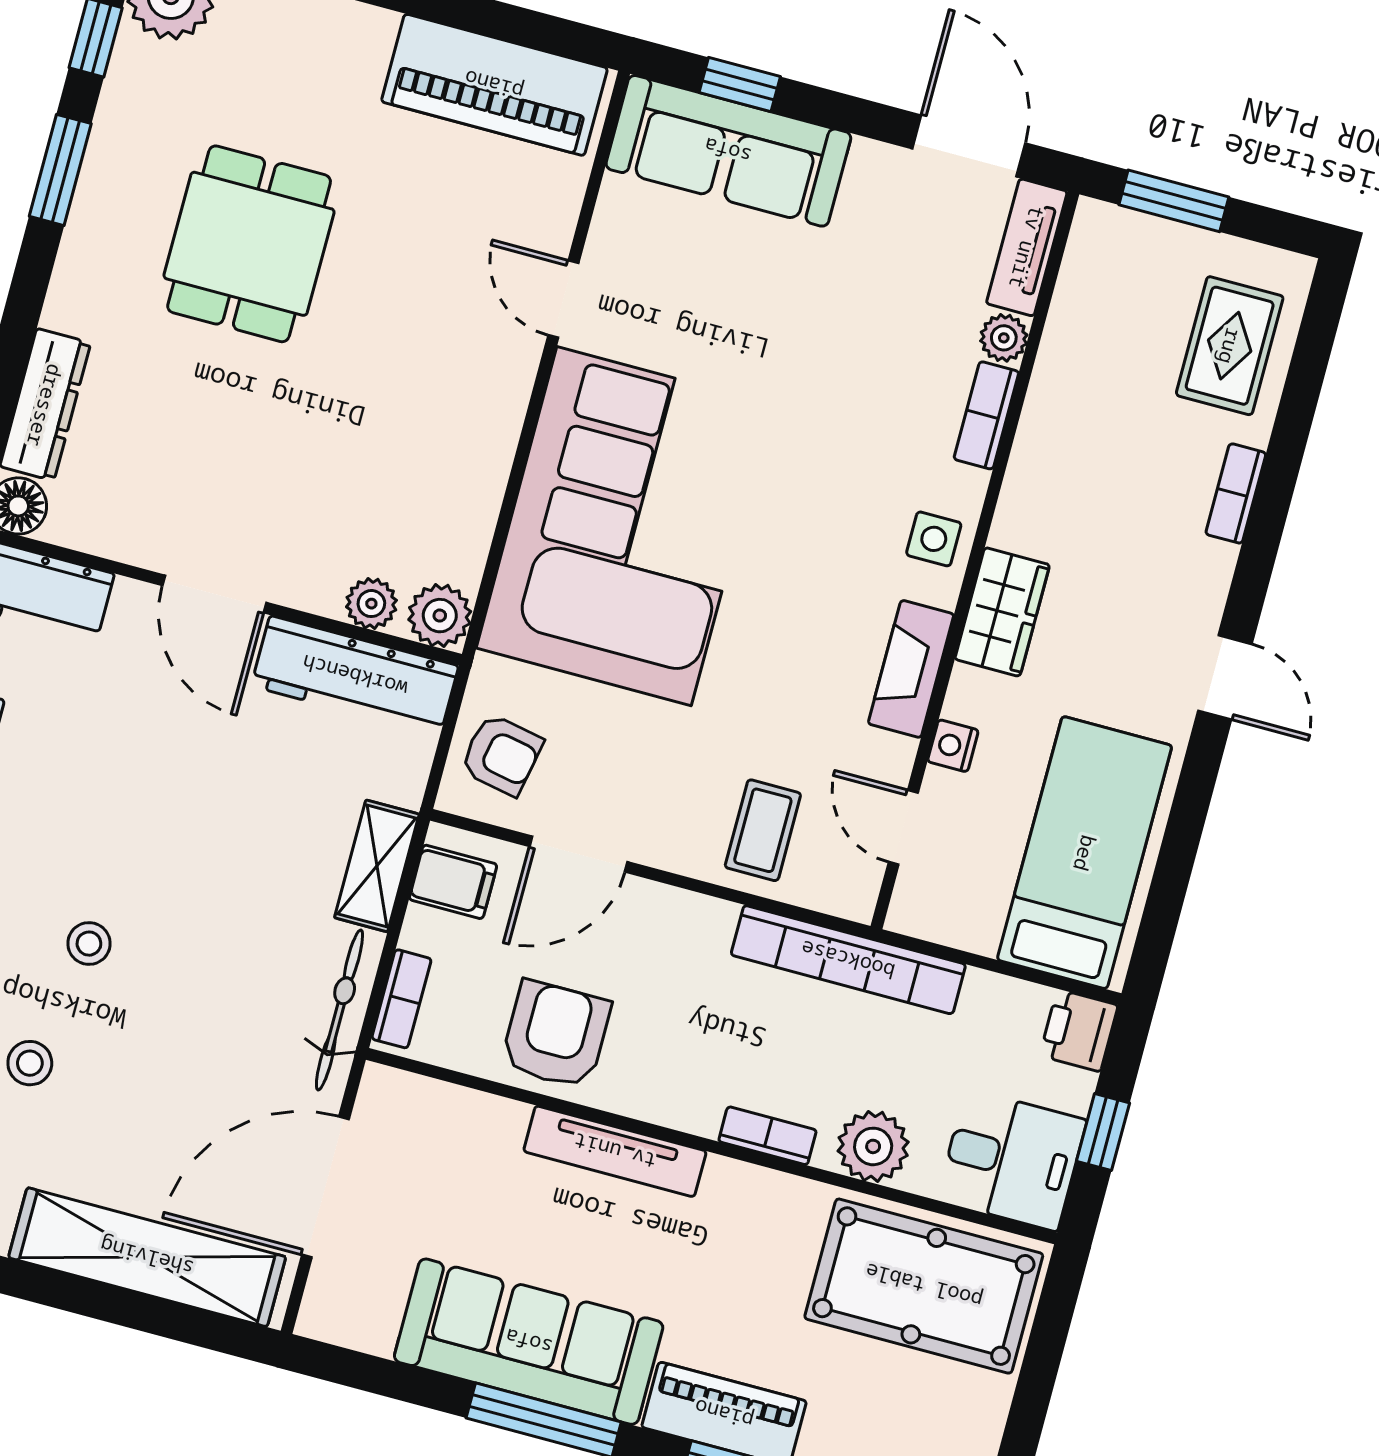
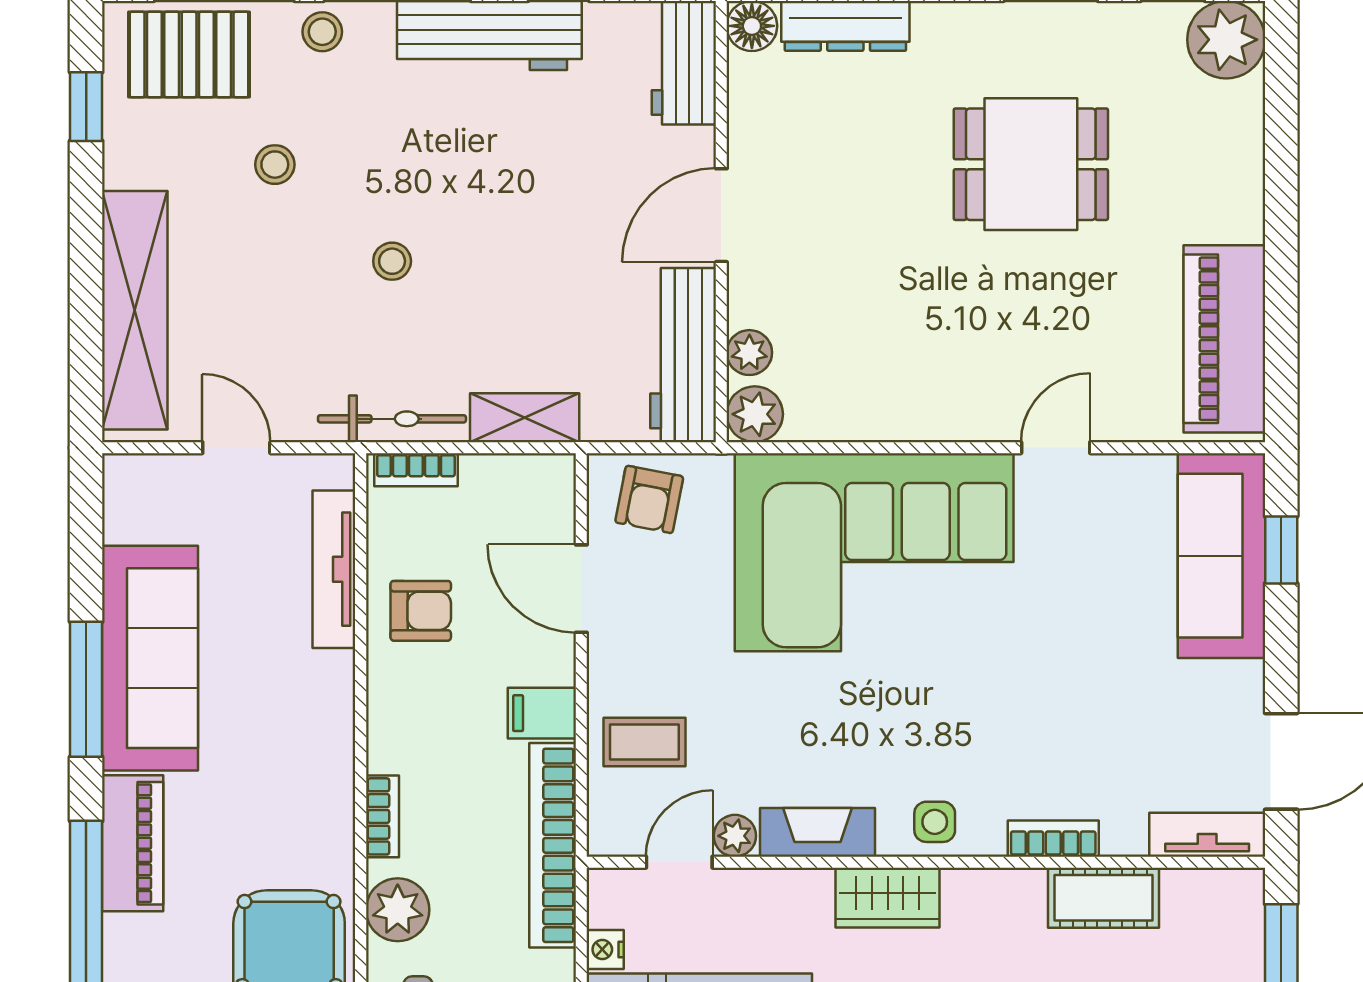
plant: (1004, 338) -> (735, 836), moved
cot: (1065, 378) -> (1103, 898), added
nightstand: (953, 746) -> (605, 950), moved, turned -90
filing cabinet: (453, 882) -> (542, 713), moved, turned 90
stool: (89, 944) -> (392, 261), moved
armchair: (556, 1035) -> (421, 611), width x0.72, depth x0.72
tv unit: (615, 1151) -> (334, 569), moved
door: (325, 1187) -> (236, 448), width x0.53

